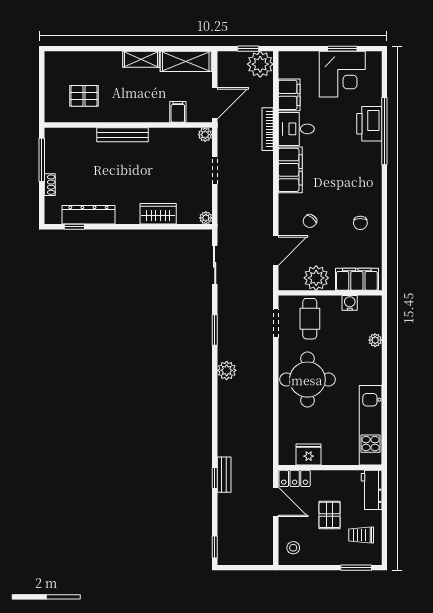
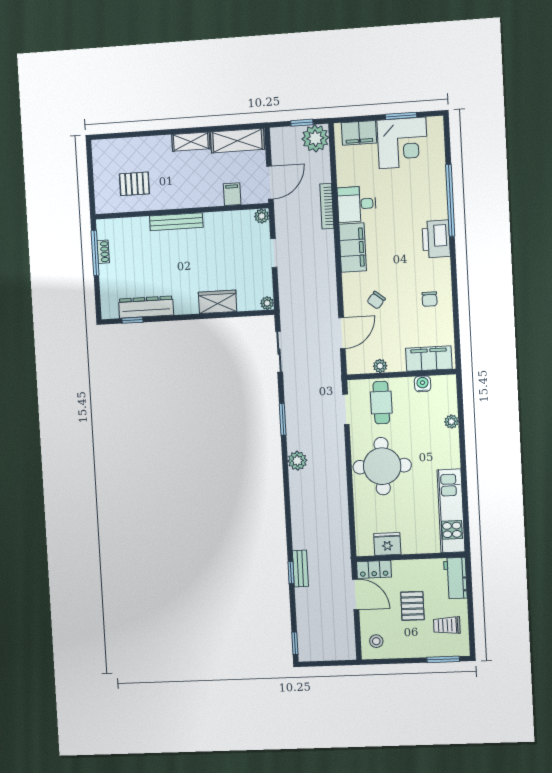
filing cabinet: (289, 95) -> (359, 133), moved, turned 90
printer: (369, 124) -> (436, 239), moved
shoe rack: (50, 185) -> (103, 252), moved
plant: (316, 278) -> (380, 366), width x0.53, depth x0.53

